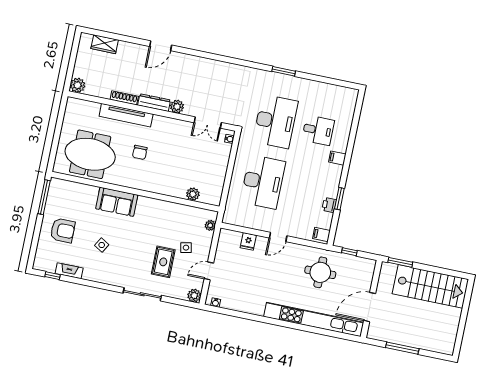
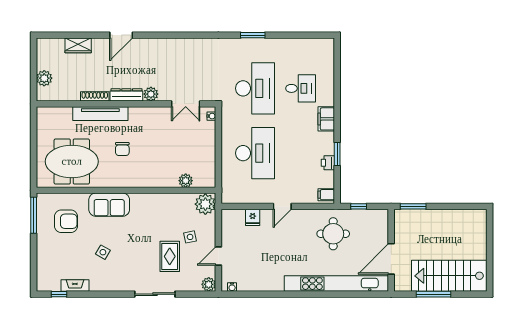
wardrobe: (105, 44) -> (78, 45), moved
plant: (78, 85) -> (44, 78), moved
filing cabinet: (337, 158) -> (326, 119), width x2.00
plant: (210, 225) -> (205, 204), width x1.87, depth x1.87
armchair: (63, 230) -> (66, 221), moved
stairs: (430, 286) -> (449, 276), moved, turned 180

